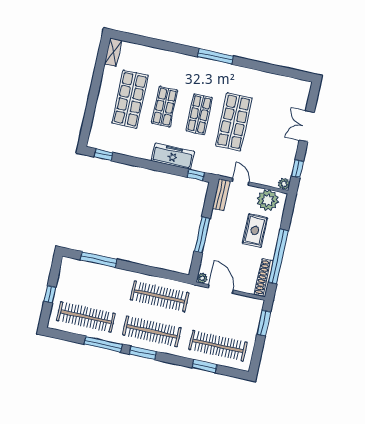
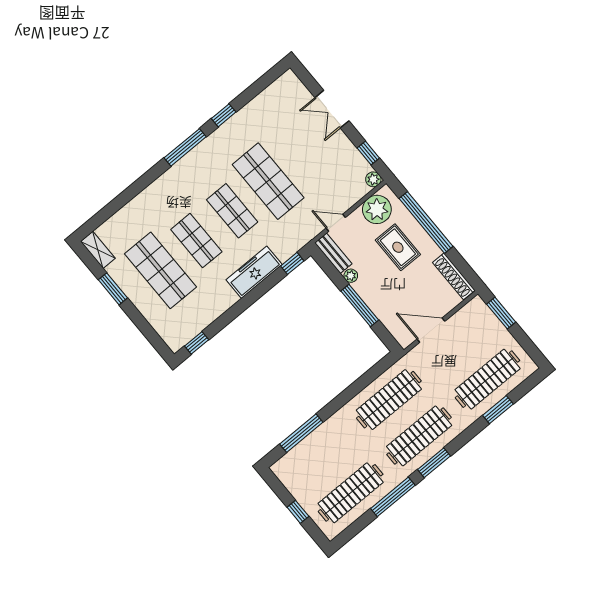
window: (252, 65) -> (224, 115), added
window: (97, 79) -> (113, 289), added
window: (278, 256) -> (426, 222), moved
plant: (202, 278) -> (351, 276), moved

